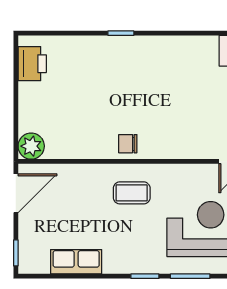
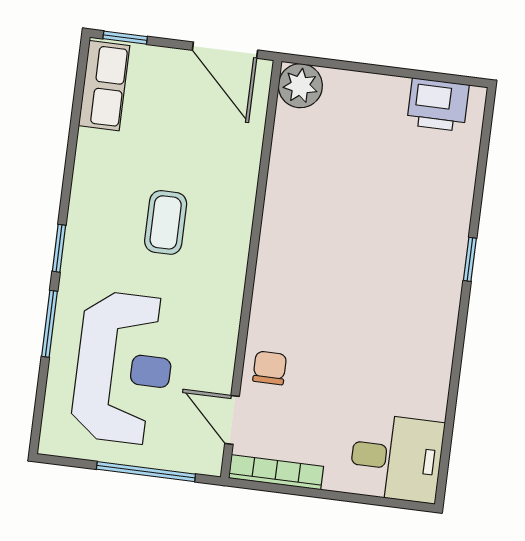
chair: (128, 144) -> (270, 368), moved
coffee table: (132, 193) -> (166, 222), moved
row of seats: (76, 262) -> (104, 86), moved

